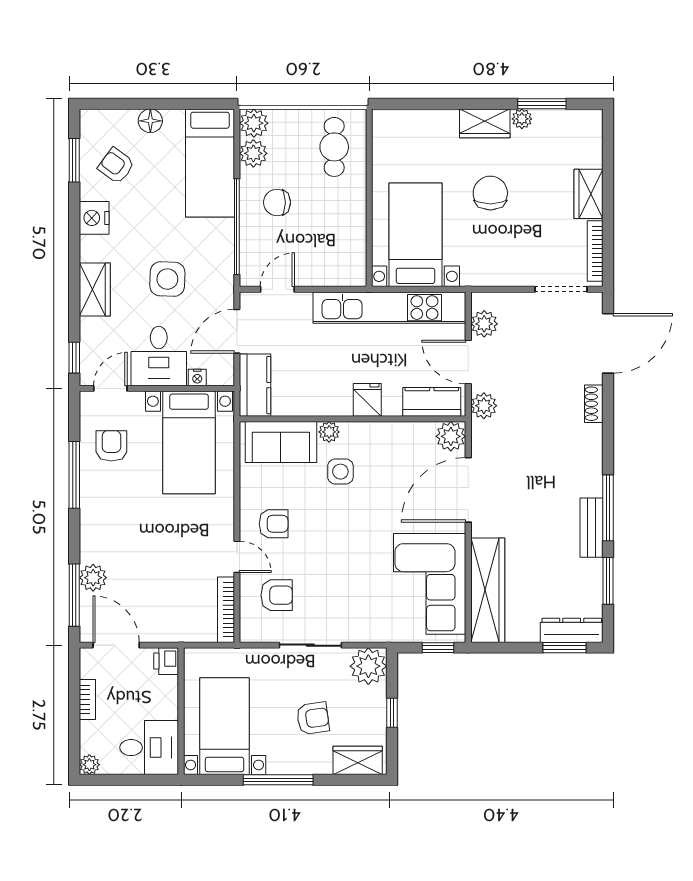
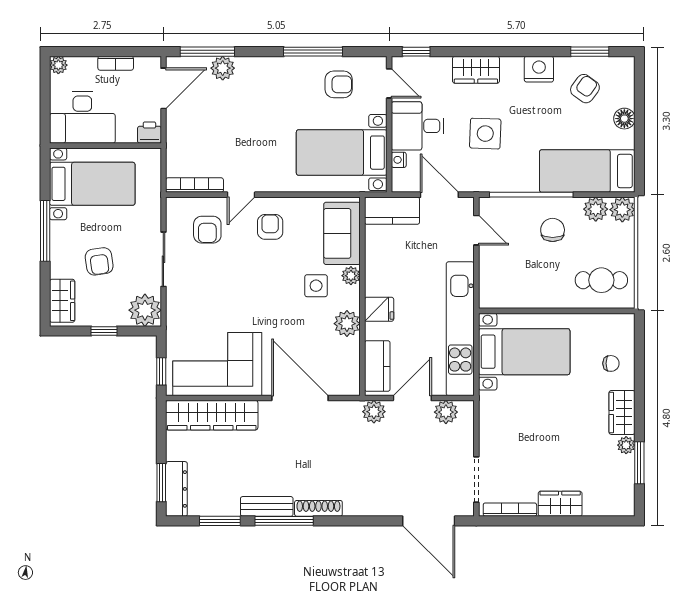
chair: (490, 193) -> (611, 363), moved, width x0.54, depth x0.54
shoe rack: (594, 404) -> (318, 508), moved, width x1.43
plant: (451, 436) -> (347, 324), moved
armchair: (274, 524) -> (270, 227), turned 180
desk: (149, 748) -> (82, 118), width x1.37

